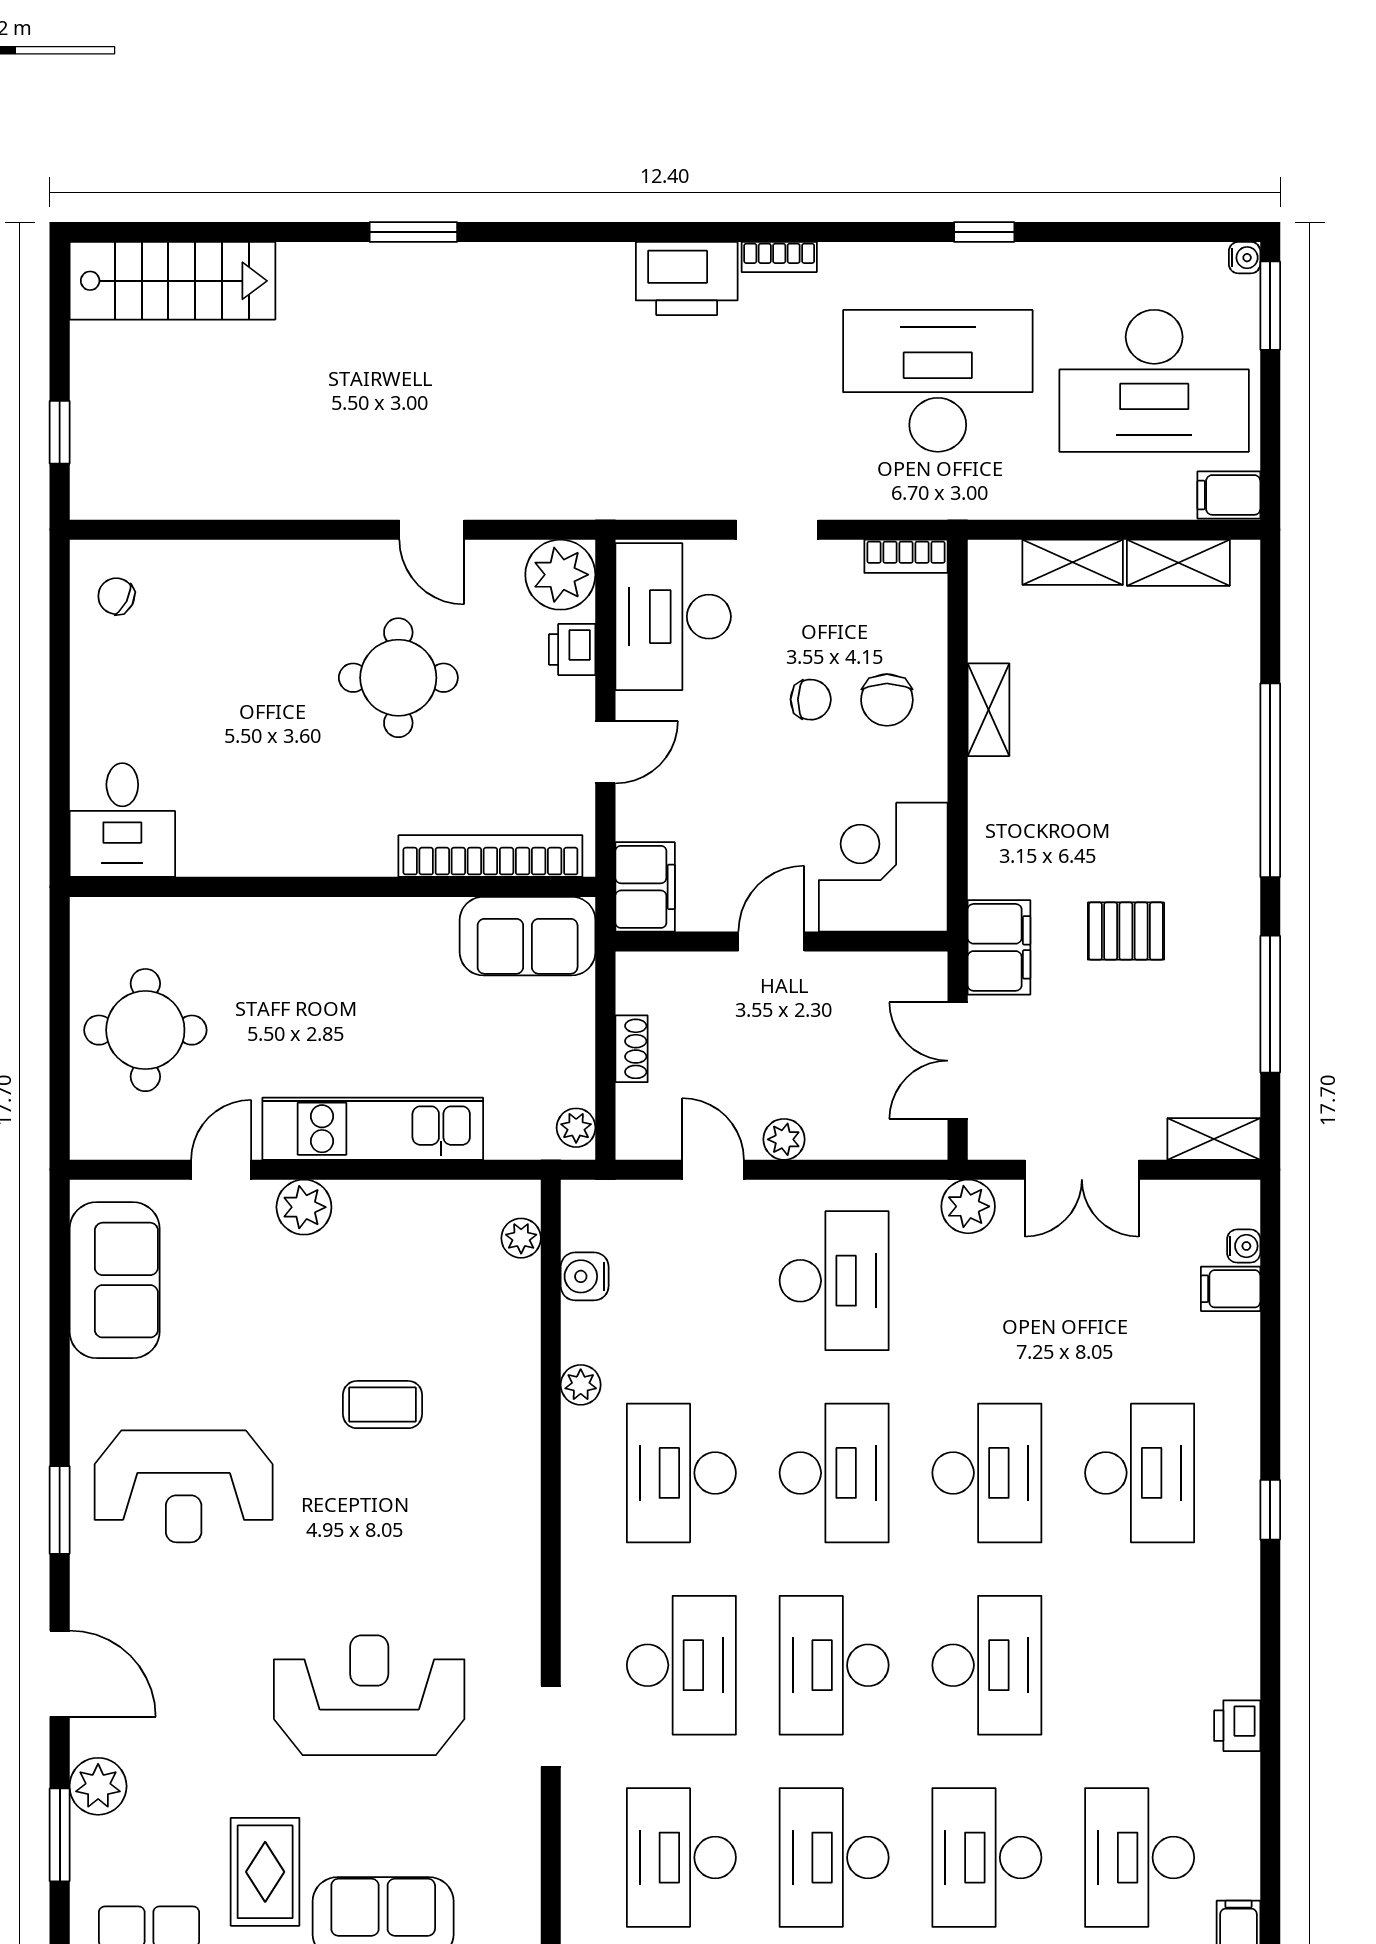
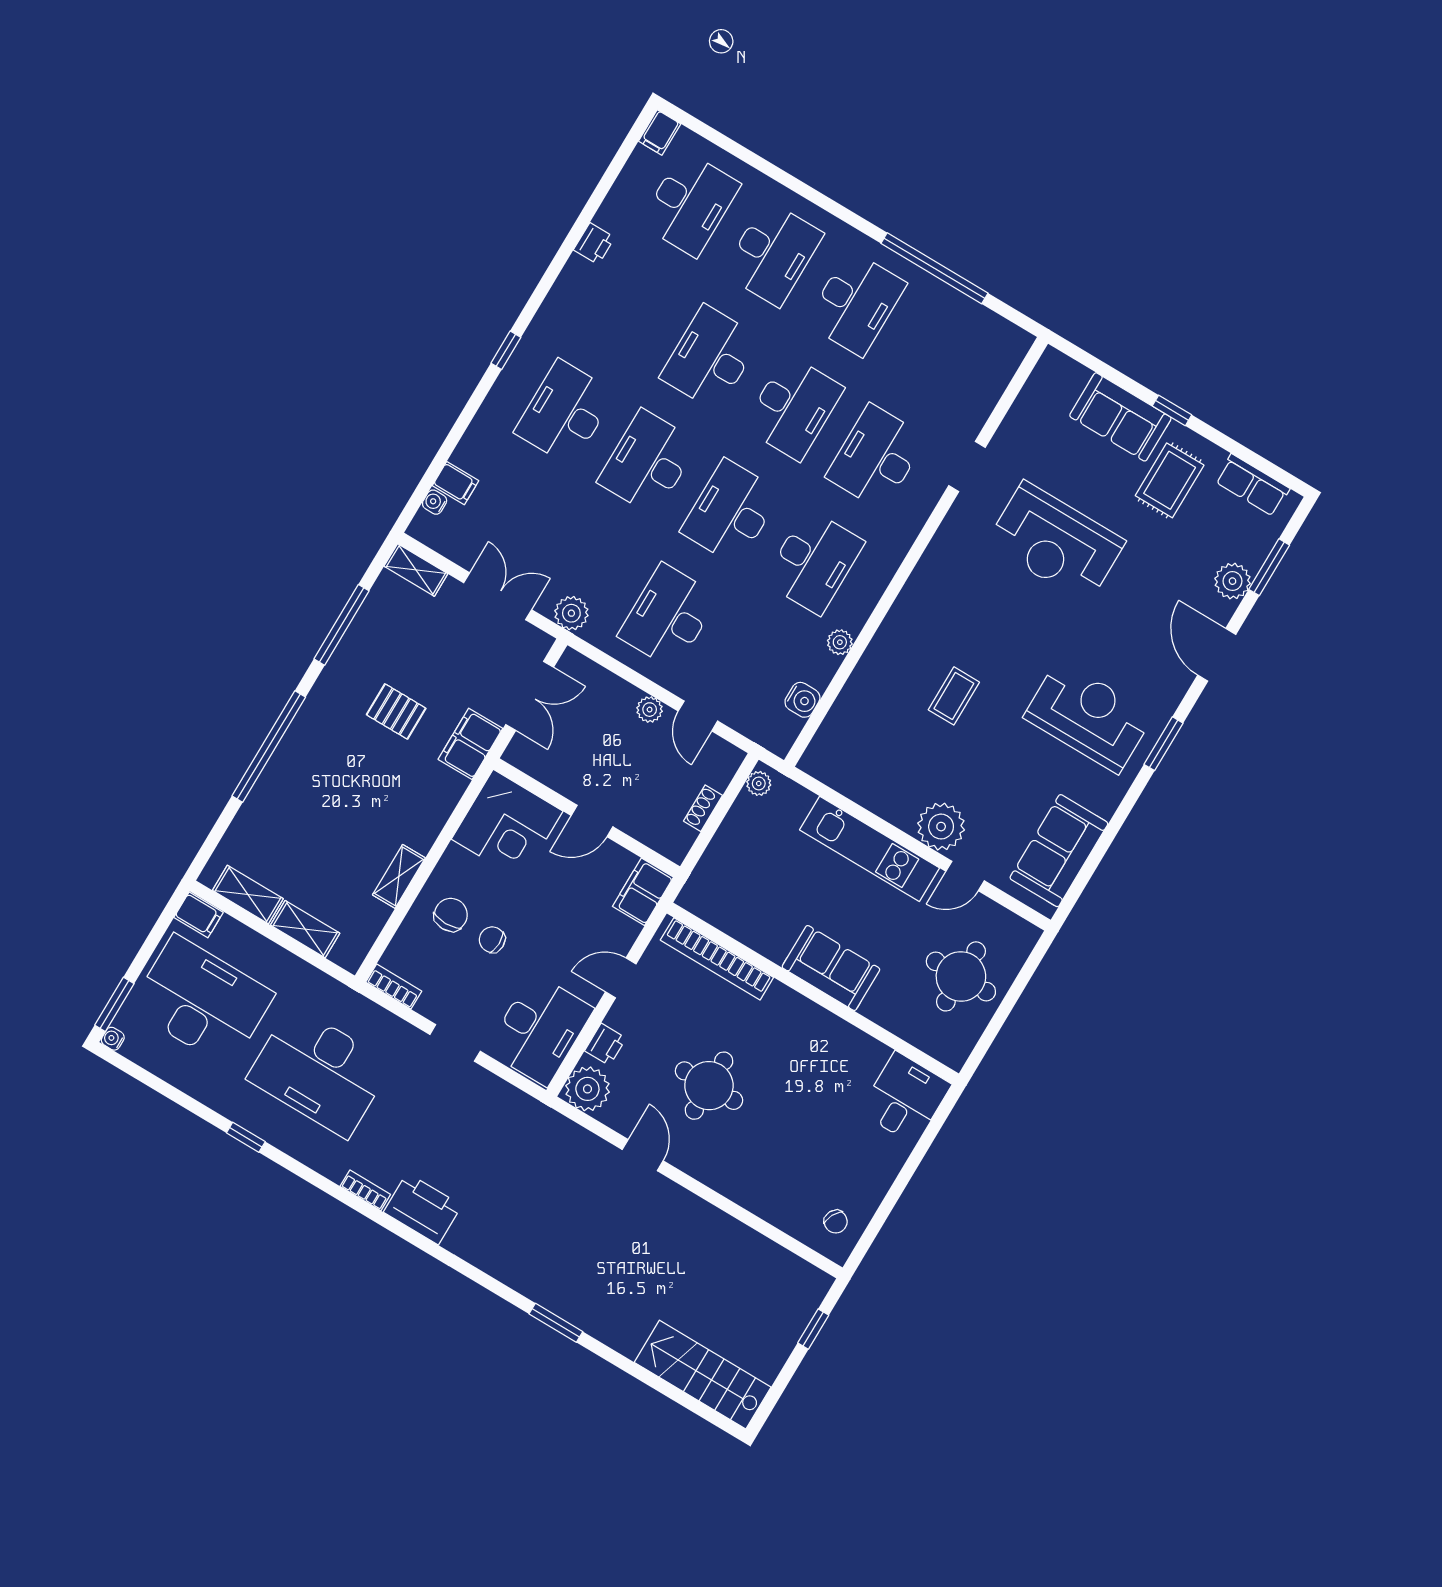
sofa: (528, 936) -> (831, 968), moved
plant: (304, 1207) -> (941, 827), width x1.36, depth x1.36
plant: (521, 1238) -> (825, 741), removed
coffee table: (383, 1405) -> (954, 696), turned 90
desk: (681, 1858) -> (939, 353), removed

